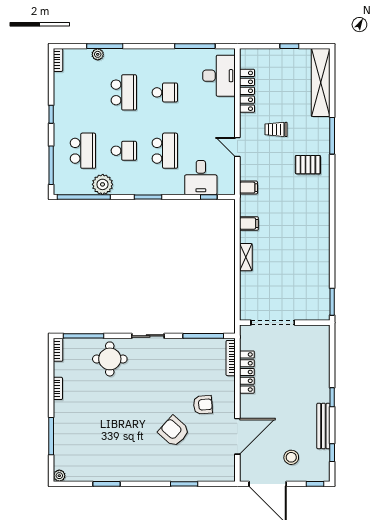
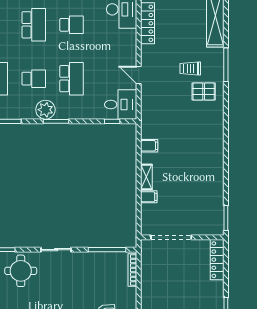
trolley: (276, 129) -> (190, 69), moved
desk: (201, 178) -> (121, 105), moved, turned -90
plant: (103, 184) -> (45, 110), moved
filing cabinet: (248, 188) -> (149, 197), moved
locker: (247, 372) -> (217, 260), moved, turned 180

